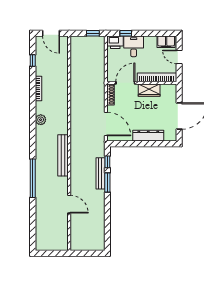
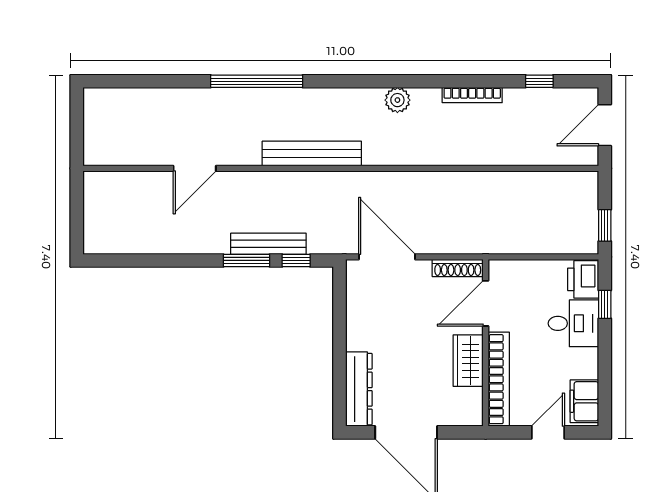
door: (125, 83) -> (486, 303), swing flipped
door: (106, 124) -> (387, 257), swing flipped
dresser: (148, 136) -> (359, 389), moved

